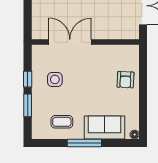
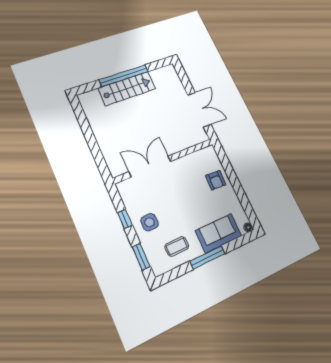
side table: (55, 79) -> (150, 222), moved
window: (28, 105) -> (141, 257), moved

